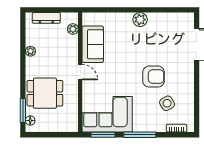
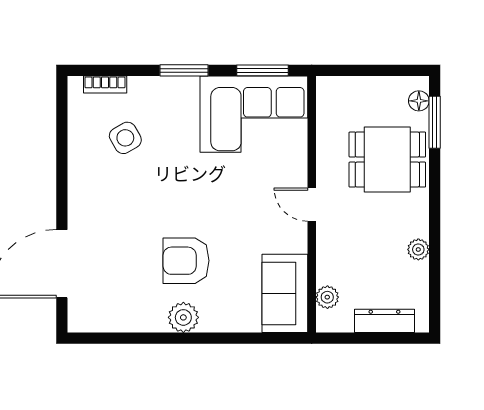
sofa: (93, 44) -> (285, 293), moved
armchair: (154, 77) -> (186, 261), moved
window: (140, 135) -> (184, 70), width x0.69

